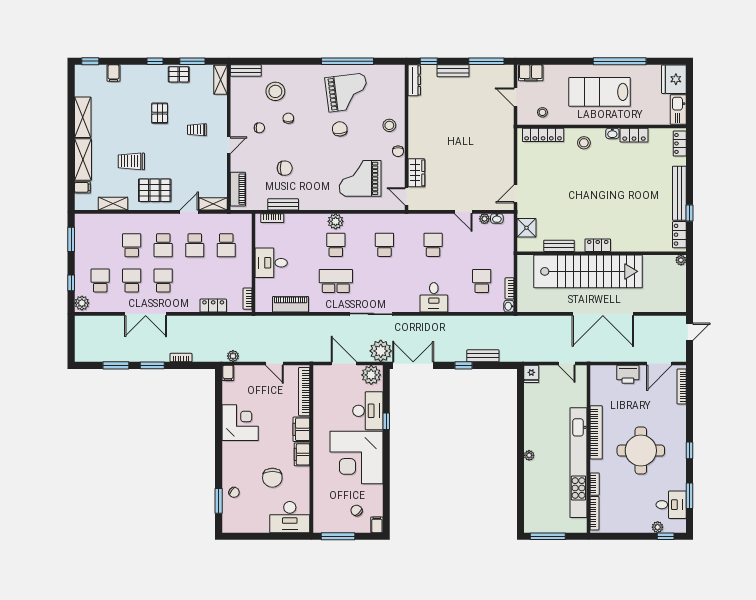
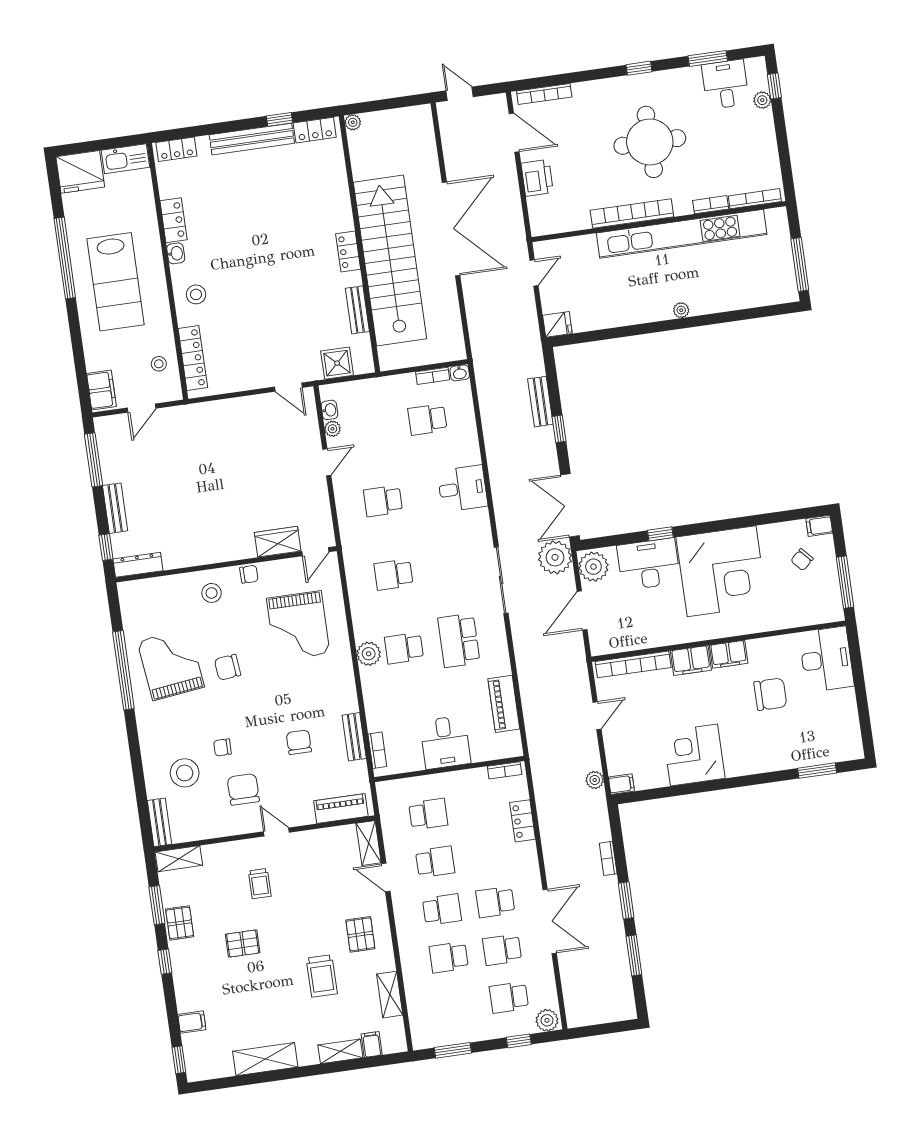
chair: (259, 128) -> (243, 789), width x1.87, depth x1.87
shelving: (83, 160) -> (340, 1051), width x0.67, depth x0.75
pallet: (155, 190) -> (360, 934), width x0.67, depth x0.71
chair: (234, 492) -> (801, 749), removed

